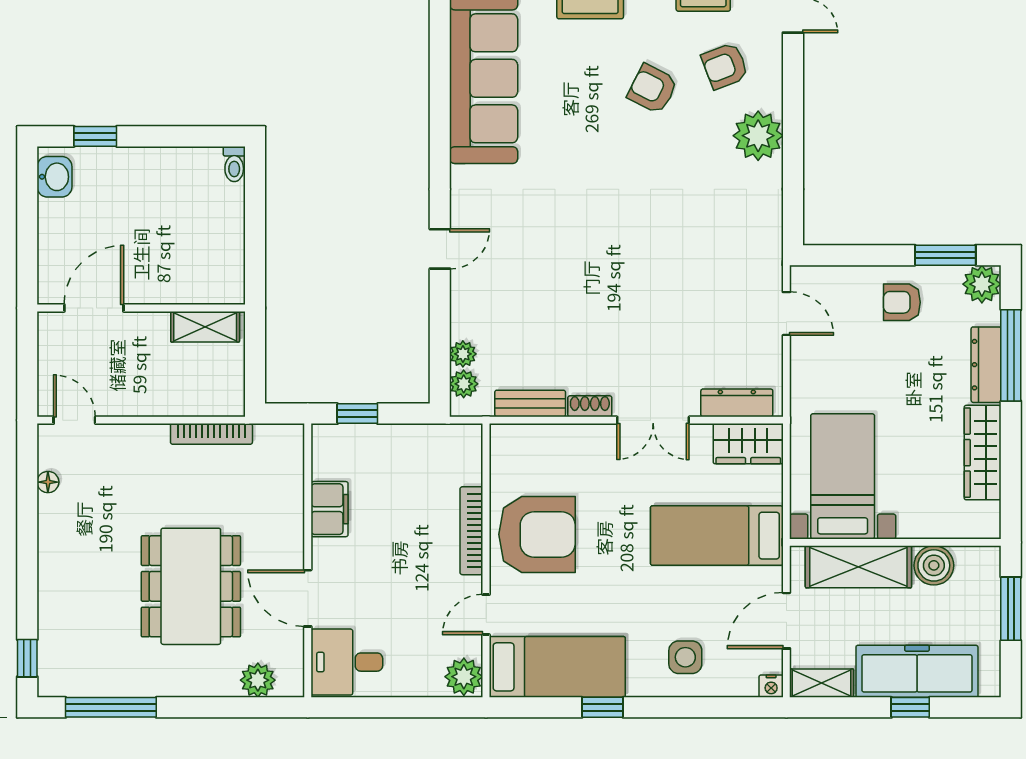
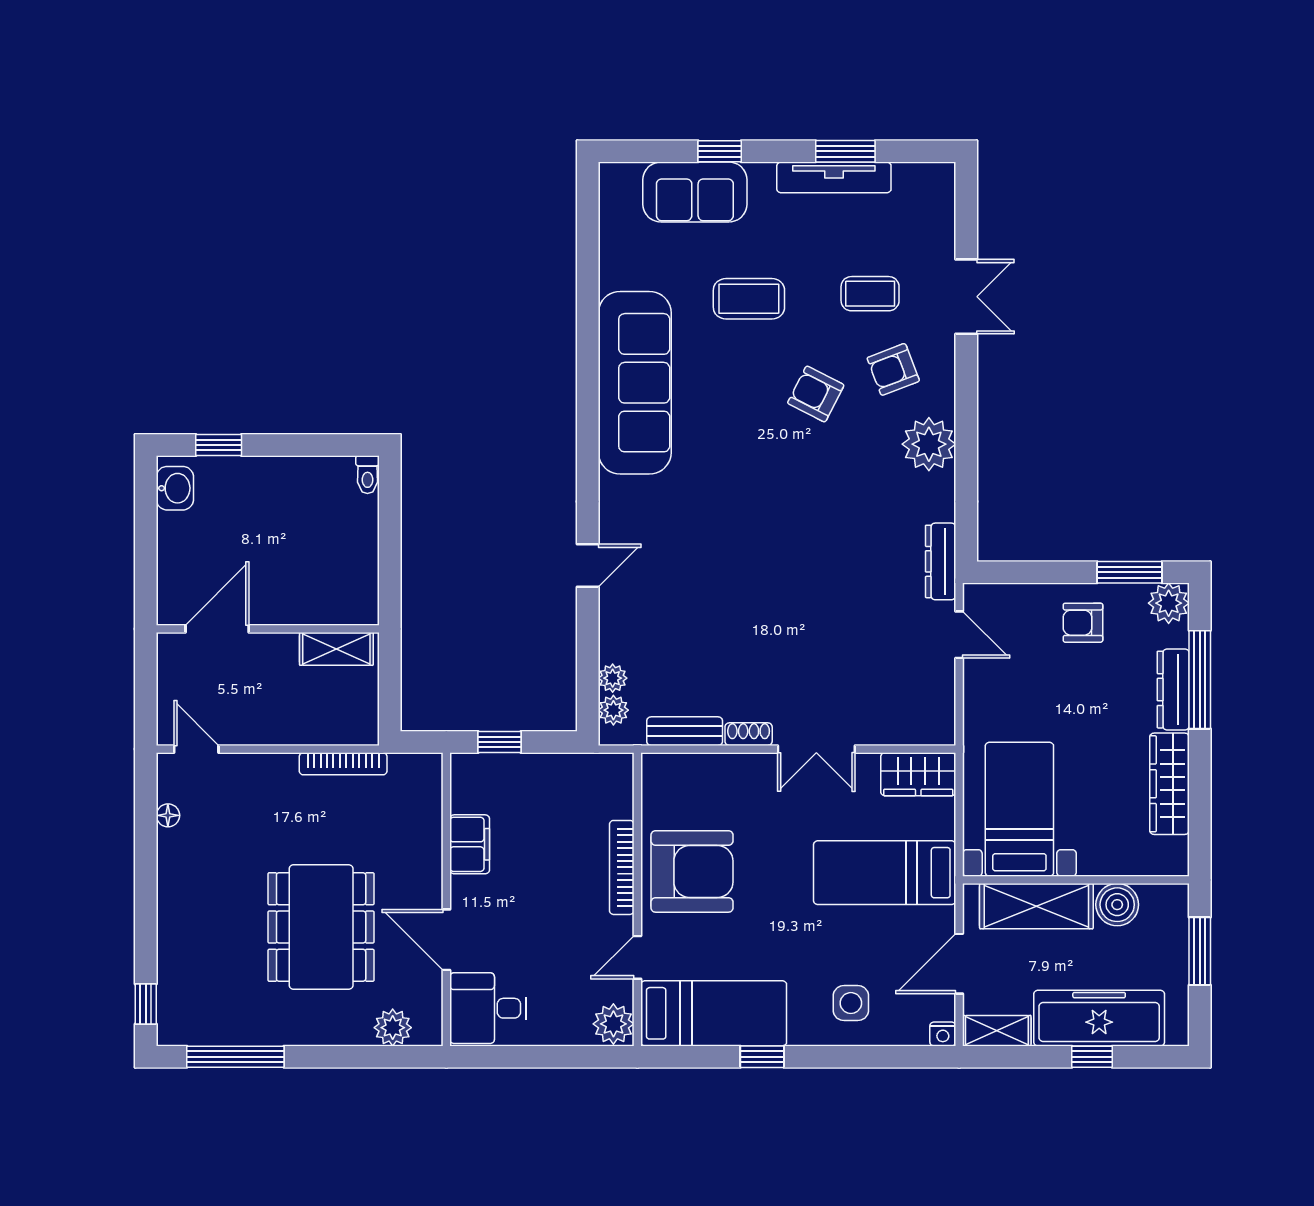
dresser: (737, 403) -> (941, 561), moved, turned -90

